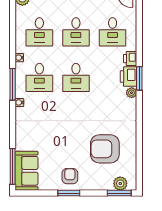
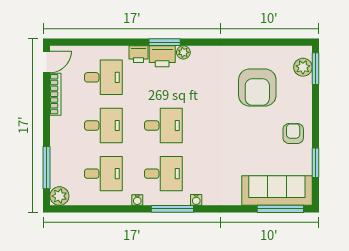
sofa: (27, 171) -> (277, 191), width x1.36
armchair: (70, 176) -> (293, 134), turned 90
window: (69, 193) -> (315, 163), moved

